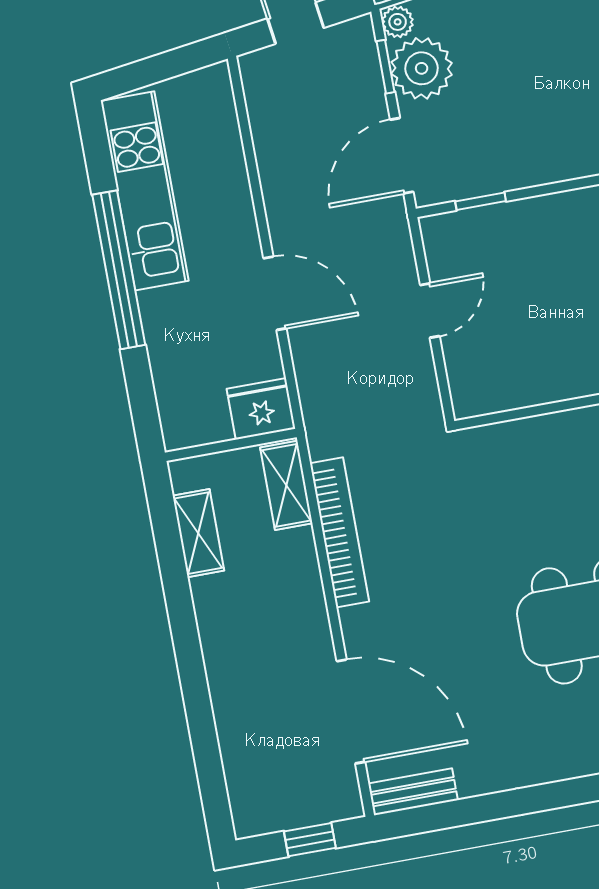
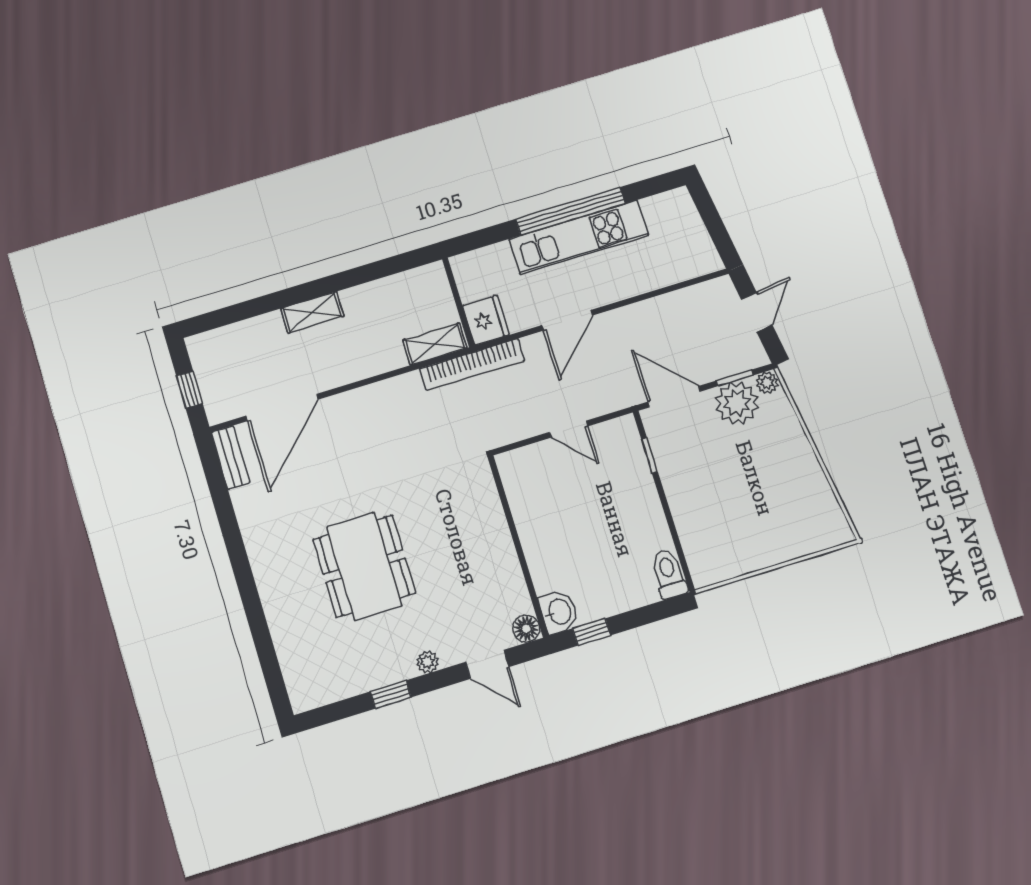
kitchen unit: (145, 191) -> (579, 237), moved
bookcase: (340, 532) -> (472, 365), moved
shelving: (198, 533) -> (312, 312), moved

